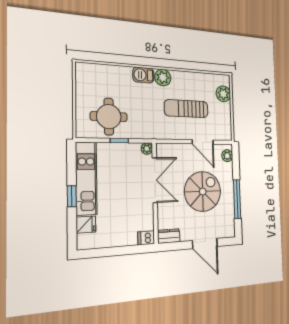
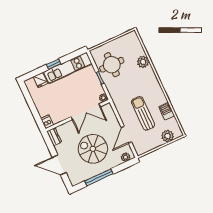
barbecue: (143, 75) -> (167, 111), moved
plant: (163, 77) -> (143, 62), moved
spiral stairs: (203, 191) -> (93, 149), turned 180
door: (205, 243) -> (59, 165), hinge flipped

